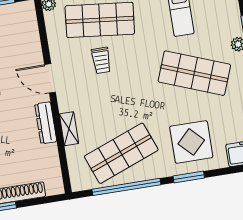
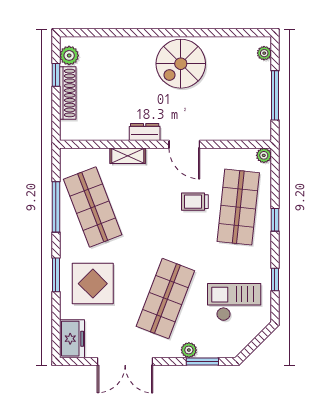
door: (50, 78) -> (184, 144), swing flipped
dresser: (46, 123) -> (145, 132), width x0.70
window: (126, 187) -> (56, 207), width x0.68

